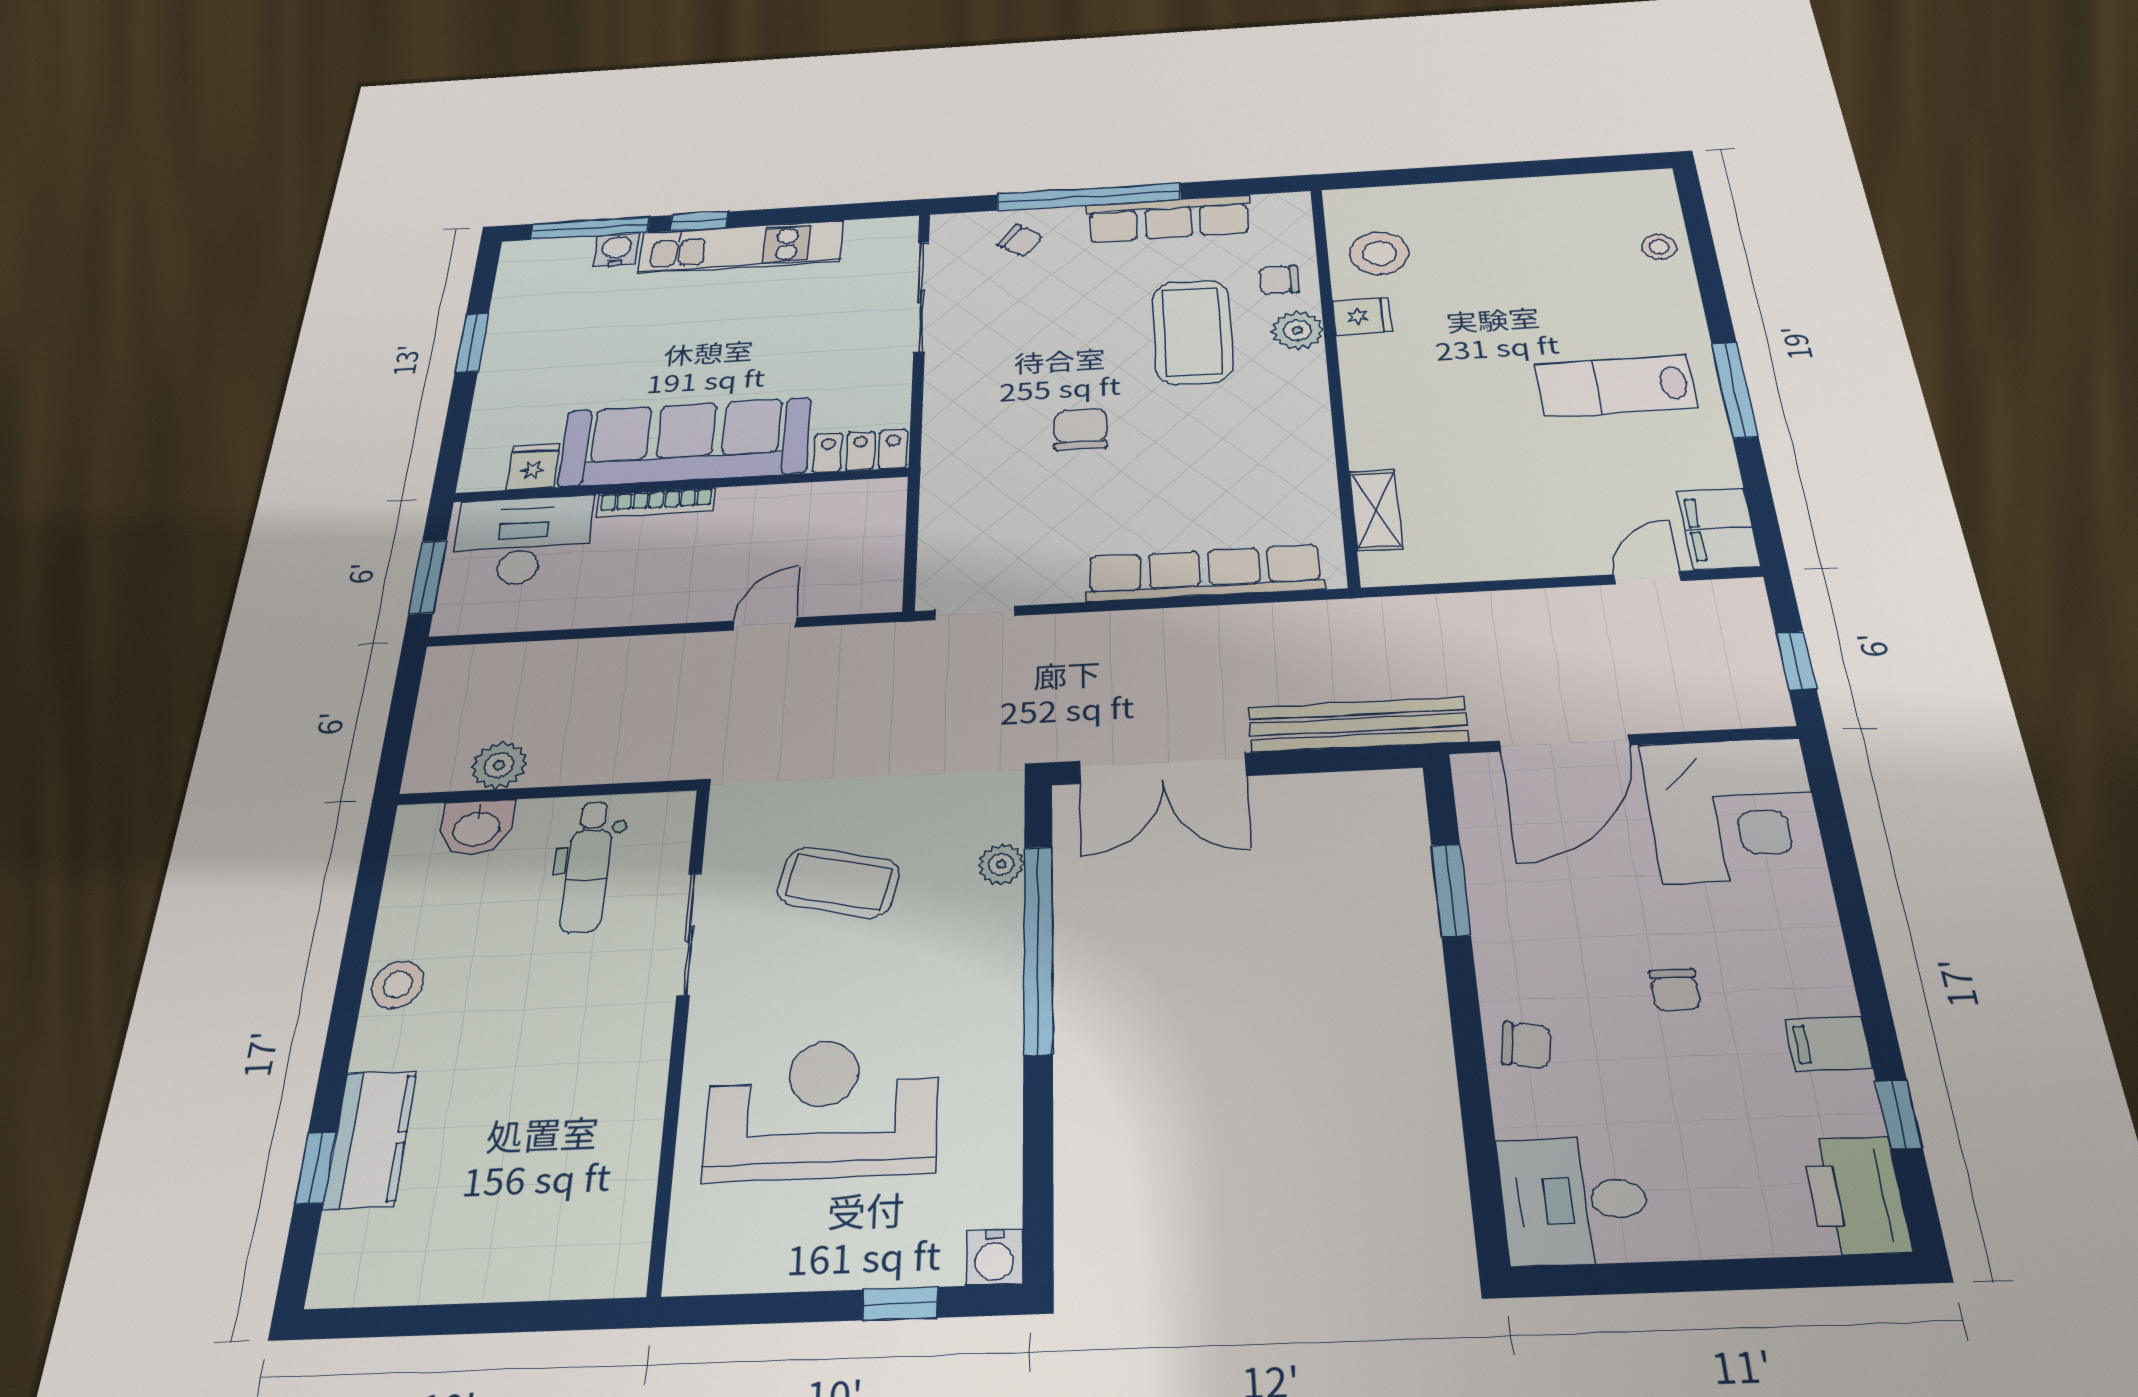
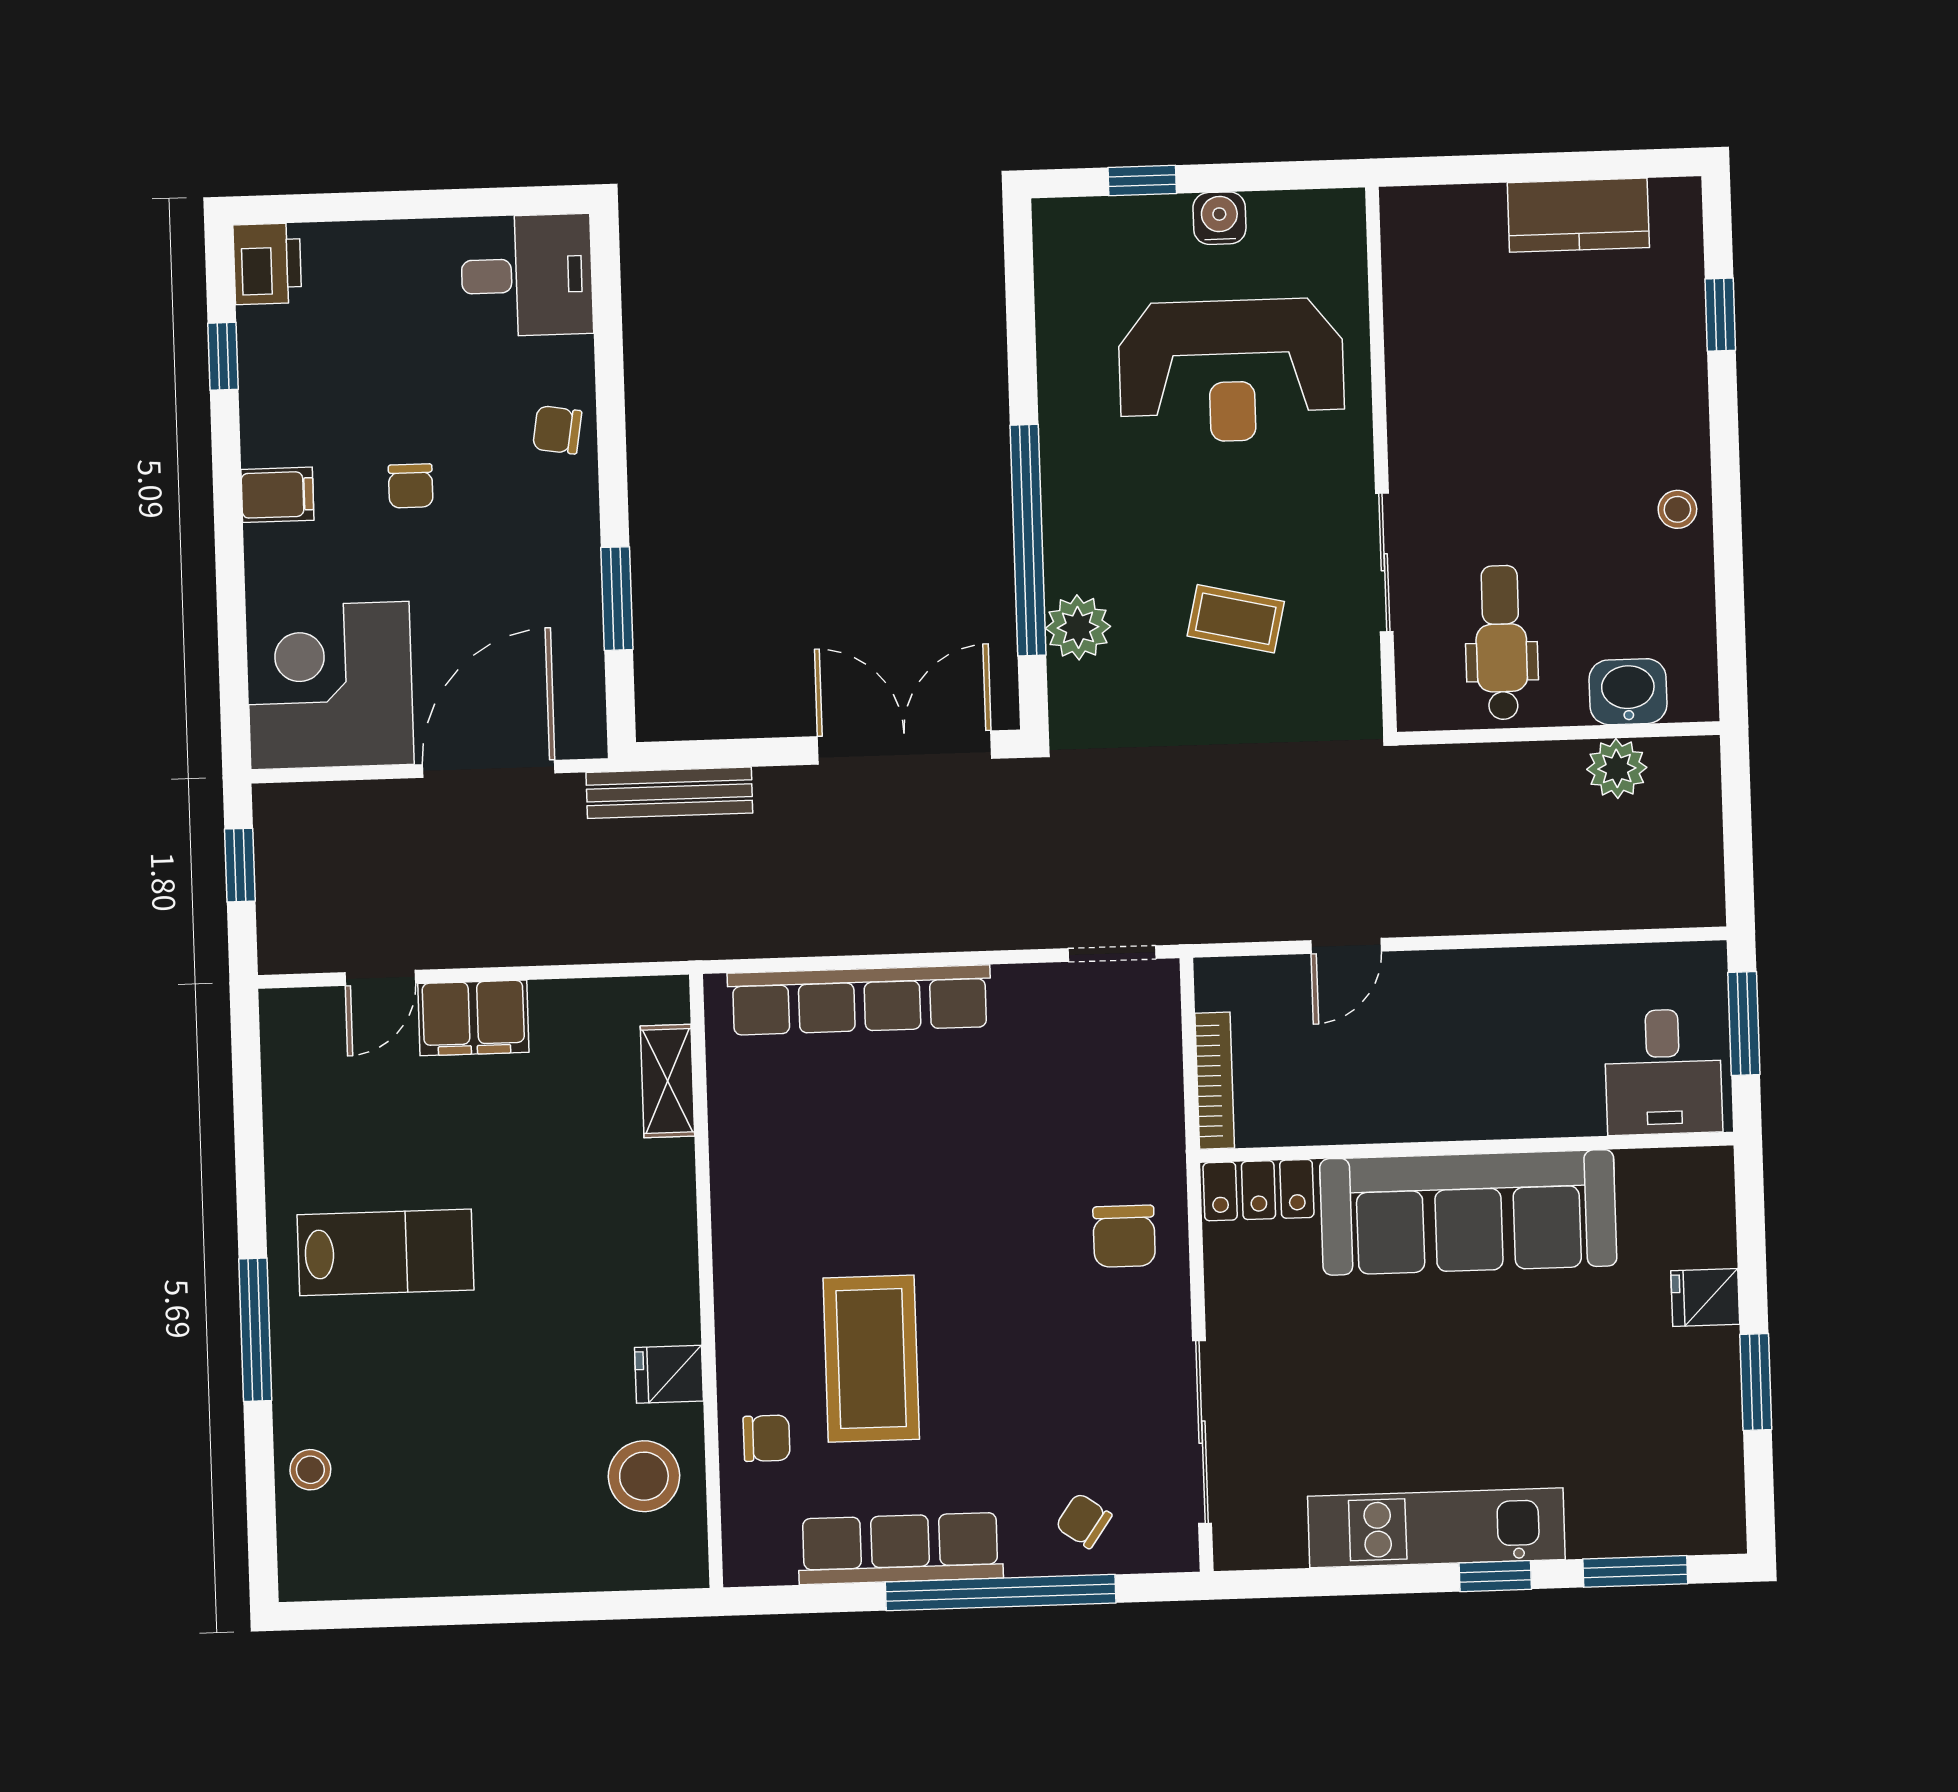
window: (590, 228) -> (1635, 1571), width x0.69
water cooler: (616, 250) -> (1596, 1532), removed
plant: (1297, 330) -> (747, 1355), removed
window: (1735, 390) -> (255, 1330), moved
chair: (1081, 429) -> (1124, 1236), moved
fridge: (533, 467) -> (1705, 1297), moved, turned 90
bookcase: (656, 503) -> (1215, 1081), moved, turned 90
filing cabinet: (1719, 529) -> (473, 1018), moved, turned 90
desk: (522, 540) -> (1663, 1072), width x0.73
bench: (1358, 725) -> (669, 793), width x0.73, depth x0.82
plant: (1001, 864) -> (1078, 627), width x1.38, depth x1.38
coffee table: (839, 882) -> (1236, 619), width x0.73, depth x0.77
stool: (398, 985) -> (1677, 509), width x0.73, depth x0.73
chair: (1675, 990) -> (411, 486), turned 180
filing cabinet: (1829, 1044) -> (277, 495), moved
kitchen counter: (370, 1139) -> (1578, 215), moved, turned -90
printer: (1856, 1195) -> (267, 264), width x0.73, depth x0.84
water cooler: (994, 1257) -> (1219, 218), moved

